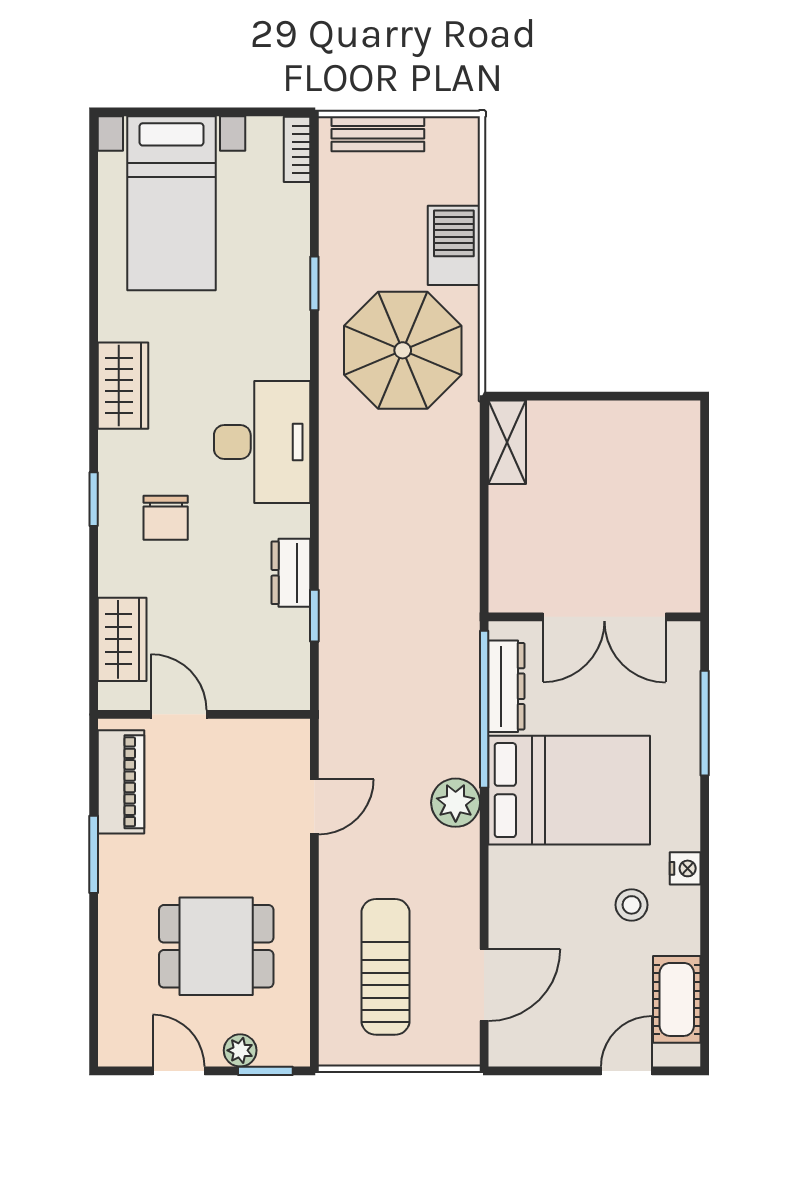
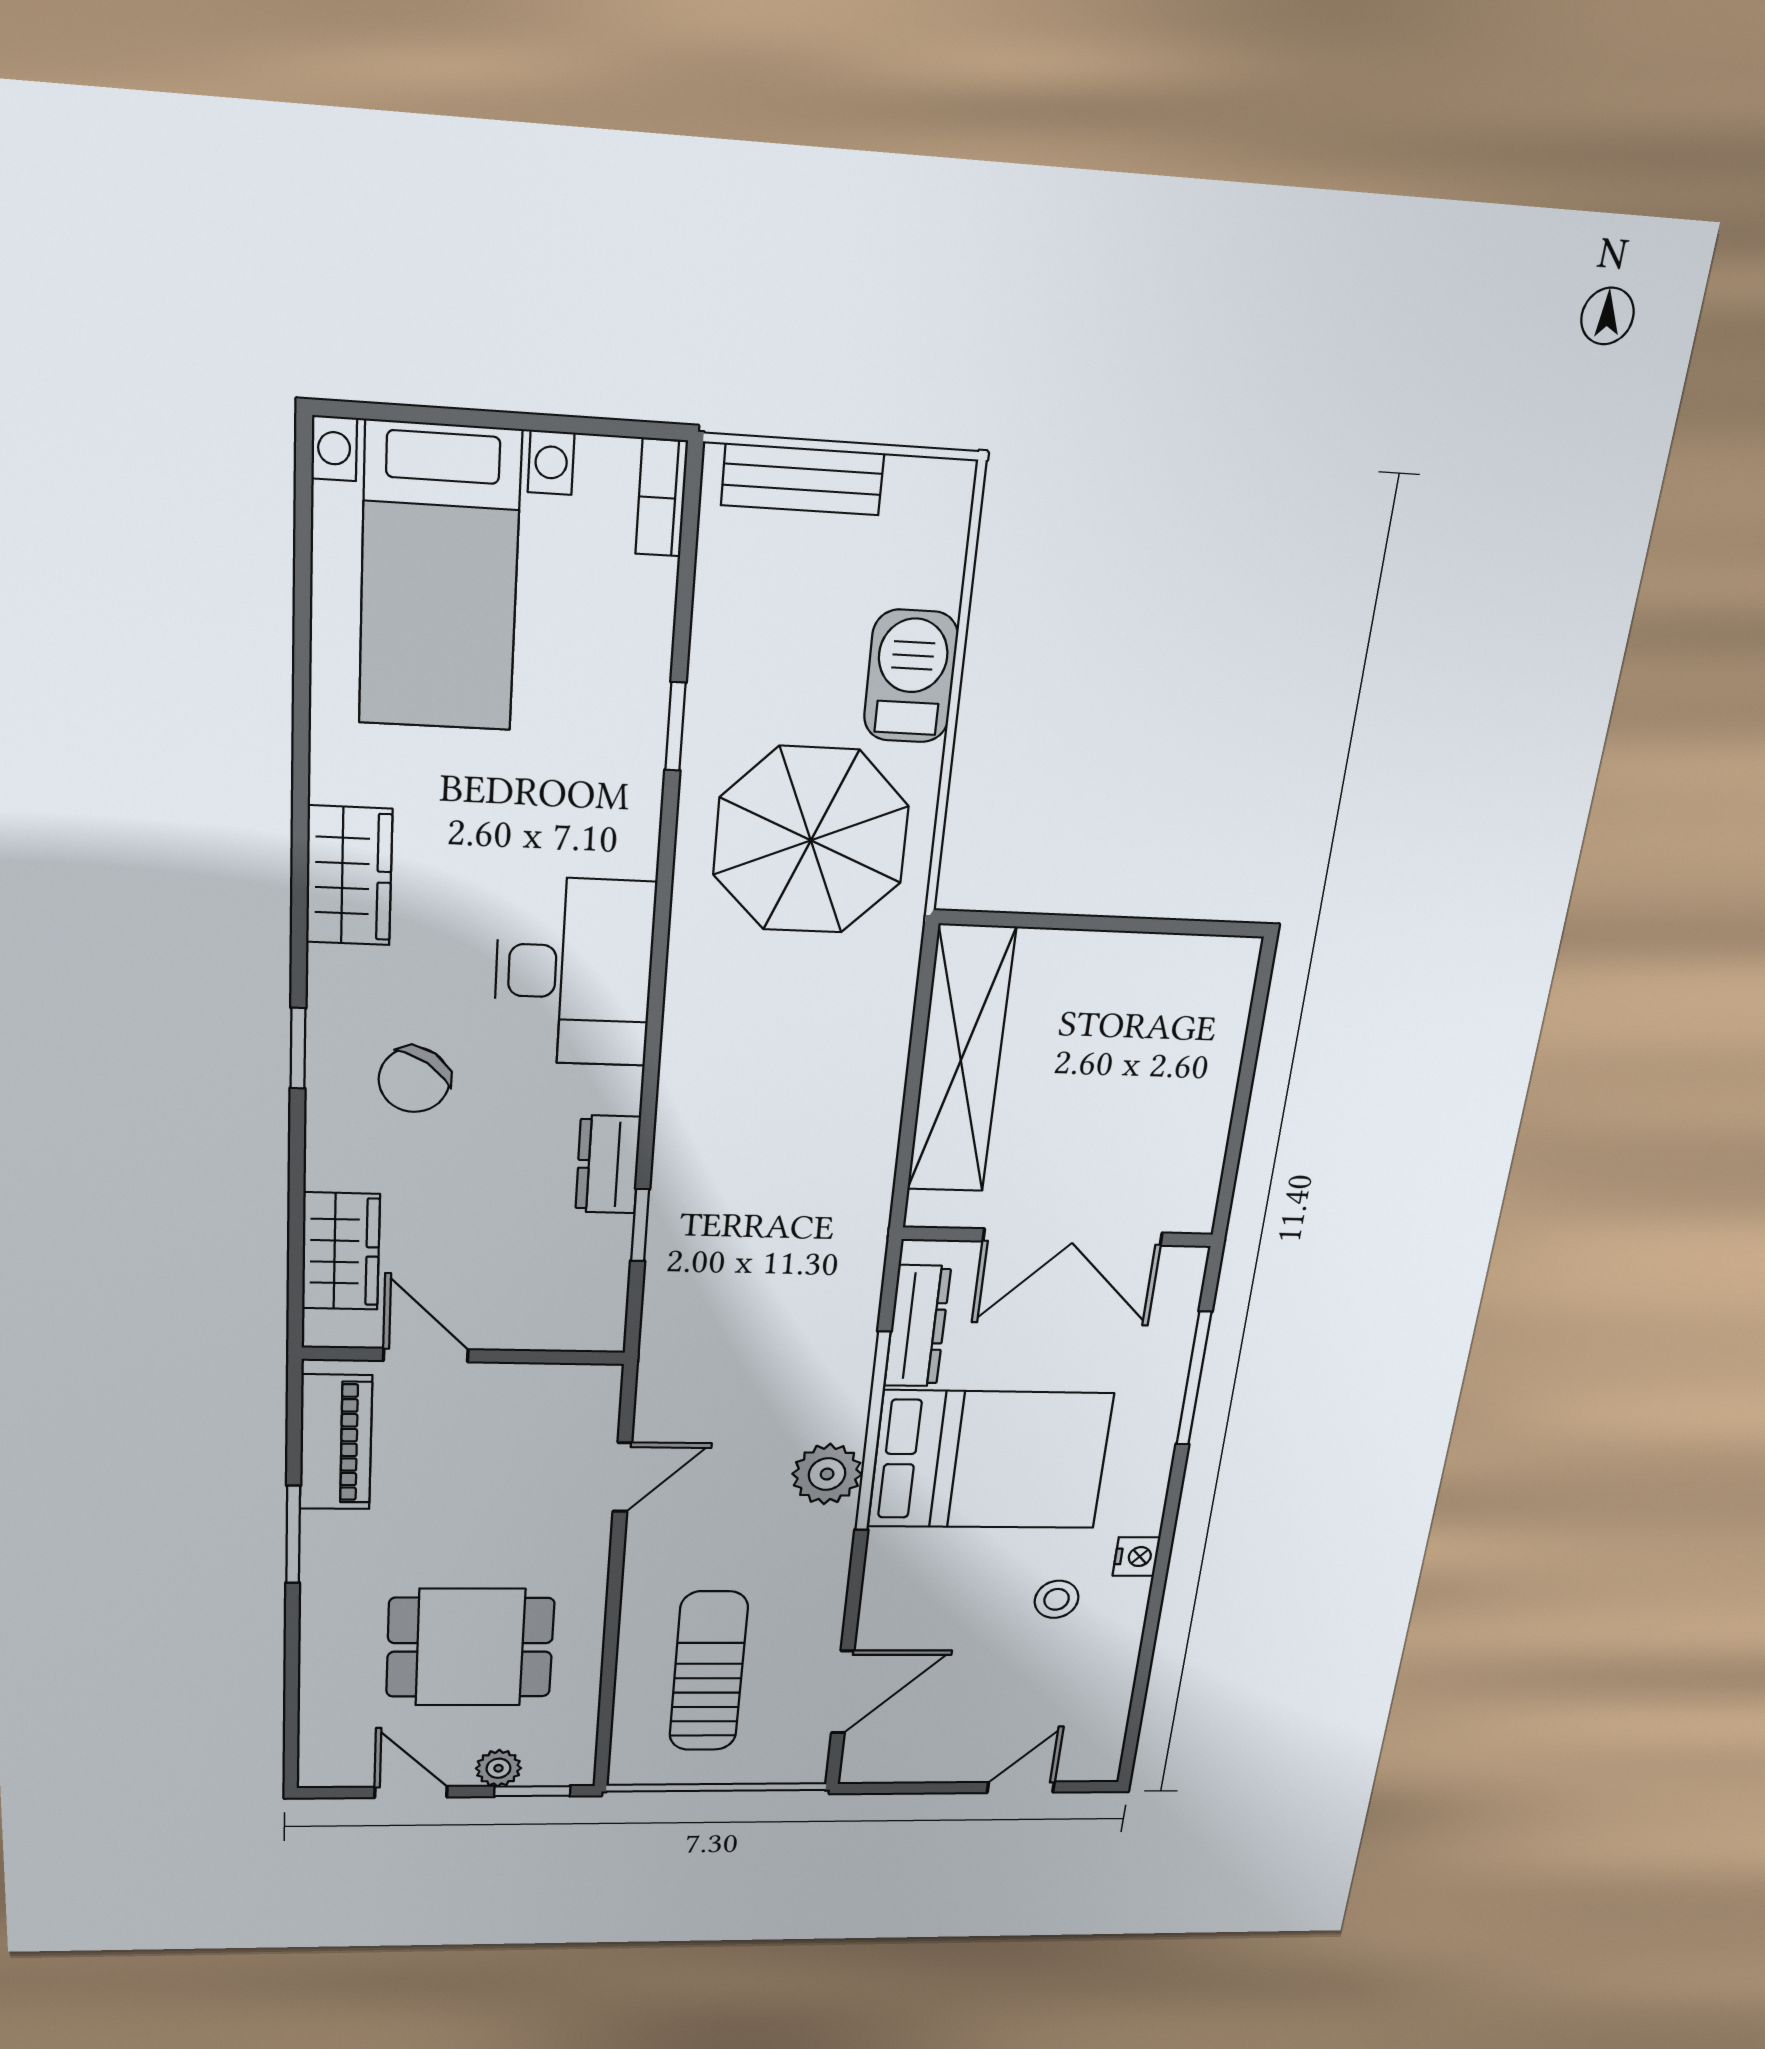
shelving: (507, 442) -> (961, 1060), width x2.20, depth x1.33
chair: (166, 518) -> (414, 1080), turned 35
window: (484, 709) -> (873, 1432), moved
cot: (677, 999) -> (1100, 1708), removed

